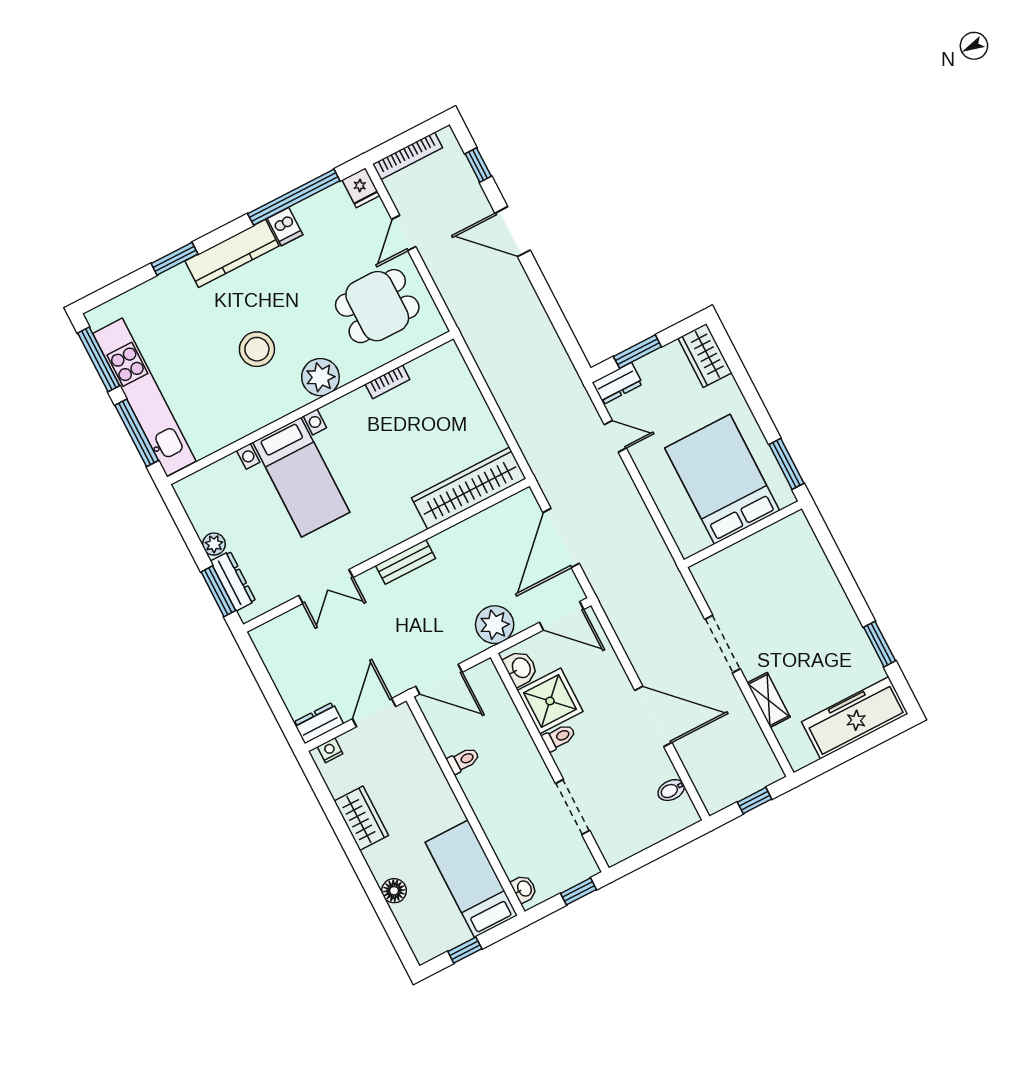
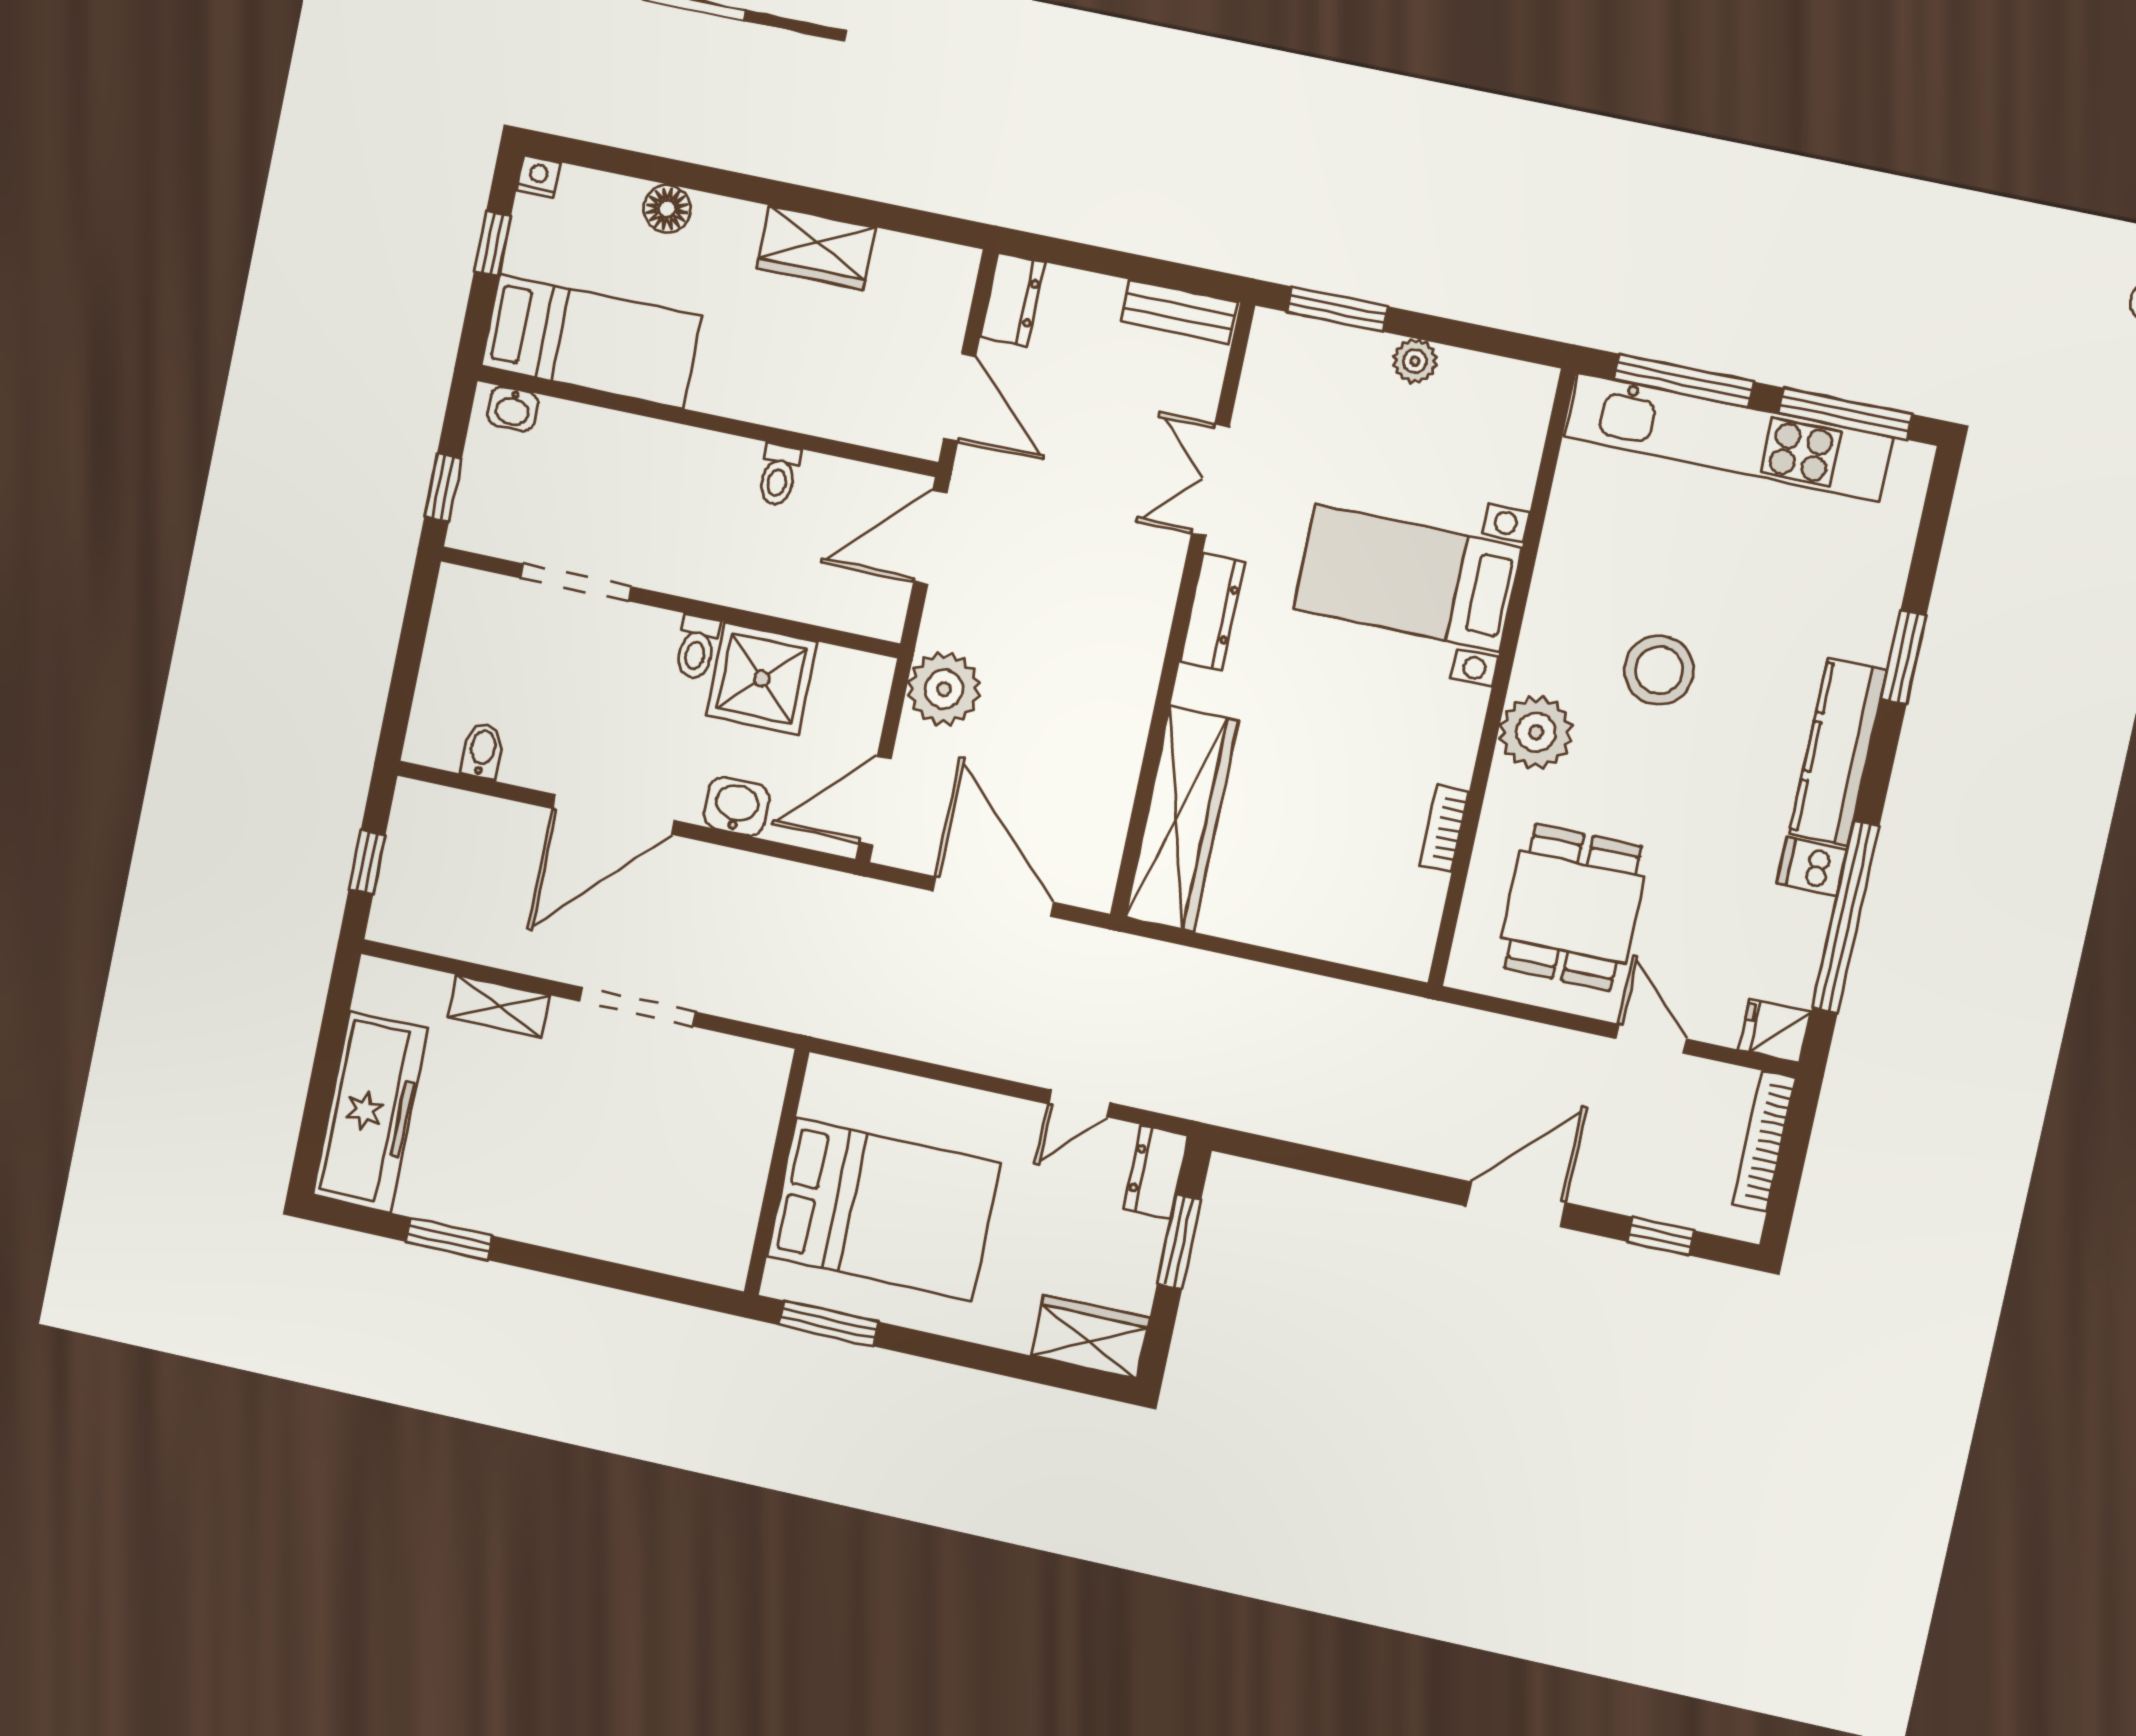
bench: (405, 562) -> (1179, 312), moved, turned 90
dresser: (233, 581) -> (1212, 612), moved, turned -90
washbasin: (521, 668) -> (736, 806), moved, turned 180
nightstand: (330, 750) -> (538, 176), moved, turned -90

